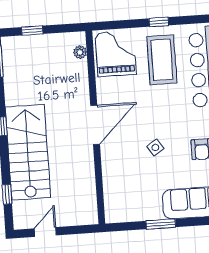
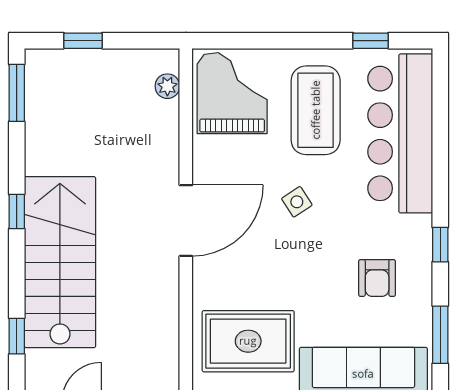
window: (159, 22) -> (371, 41), moved
side table: (155, 147) -> (297, 202), moved
rug: (134, 188) -> (248, 341), added

